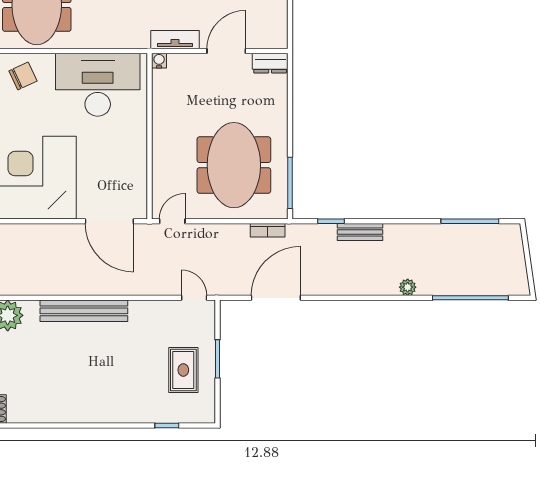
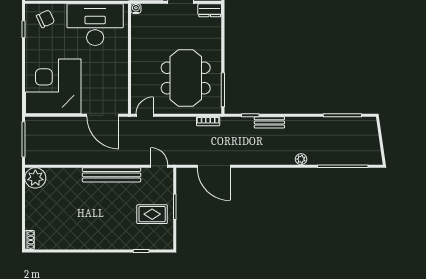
door: (276, 298) -> (214, 166), swing flipped
bench: (84, 311) -> (112, 175), moved
rug: (183, 370) -> (152, 214), turned 90

